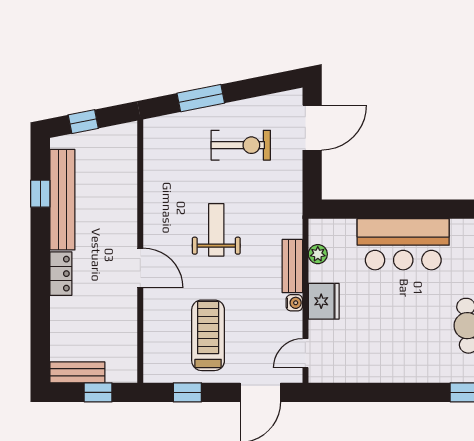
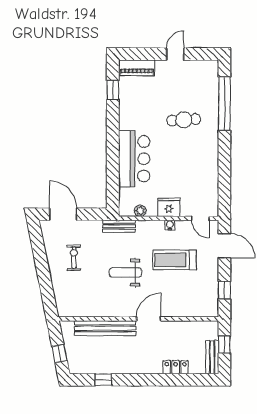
window: (201, 98) -> (45, 282), removed
exercise bike: (241, 145) -> (74, 258), width x0.73, depth x0.72
bench: (62, 200) -> (105, 328), moved
bench: (292, 266) -> (119, 226), moved
locker: (61, 274) -> (176, 367), moved
treadmill: (208, 335) -> (175, 260), moved

